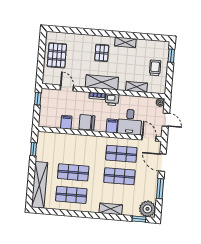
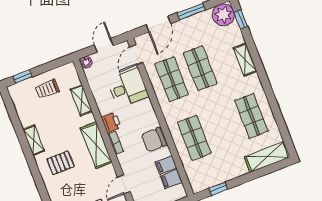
chair: (87, 122) -> (154, 140), turned 90
filing cabinet: (112, 126) -> (171, 179), moved
shop shelf: (73, 172) -> (194, 138), moved
shelving: (40, 185) -> (267, 157), width x0.68

